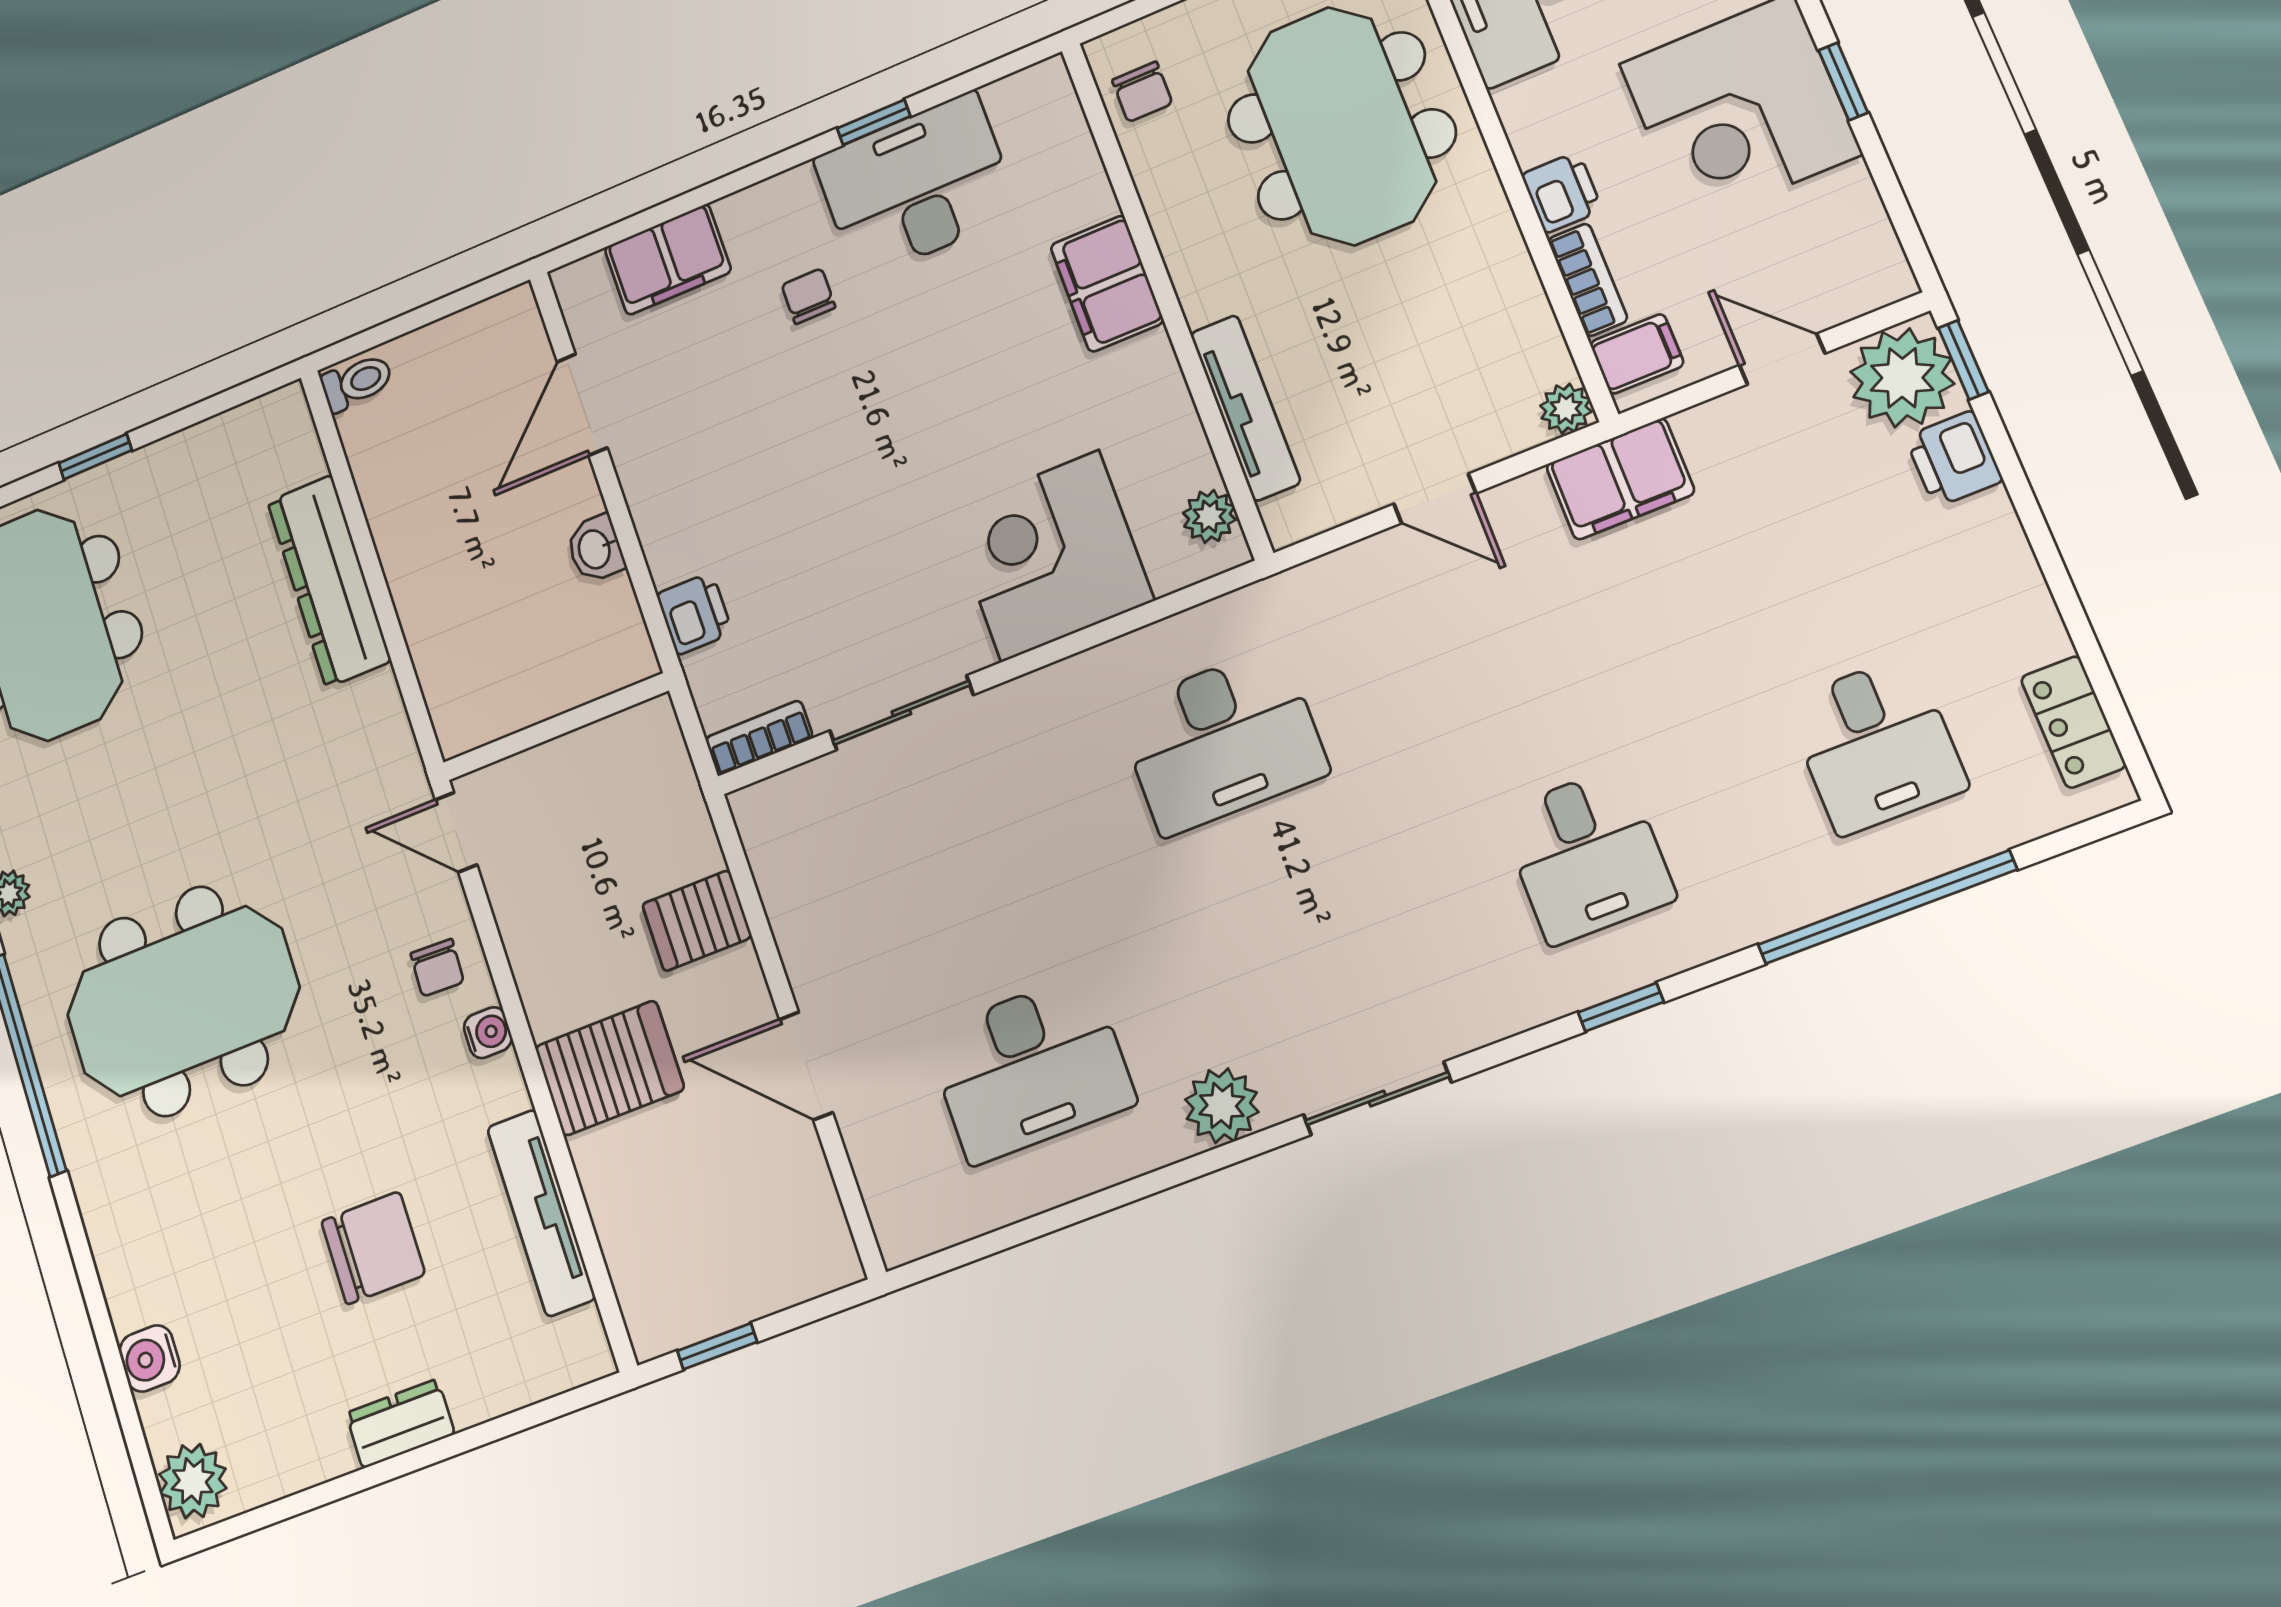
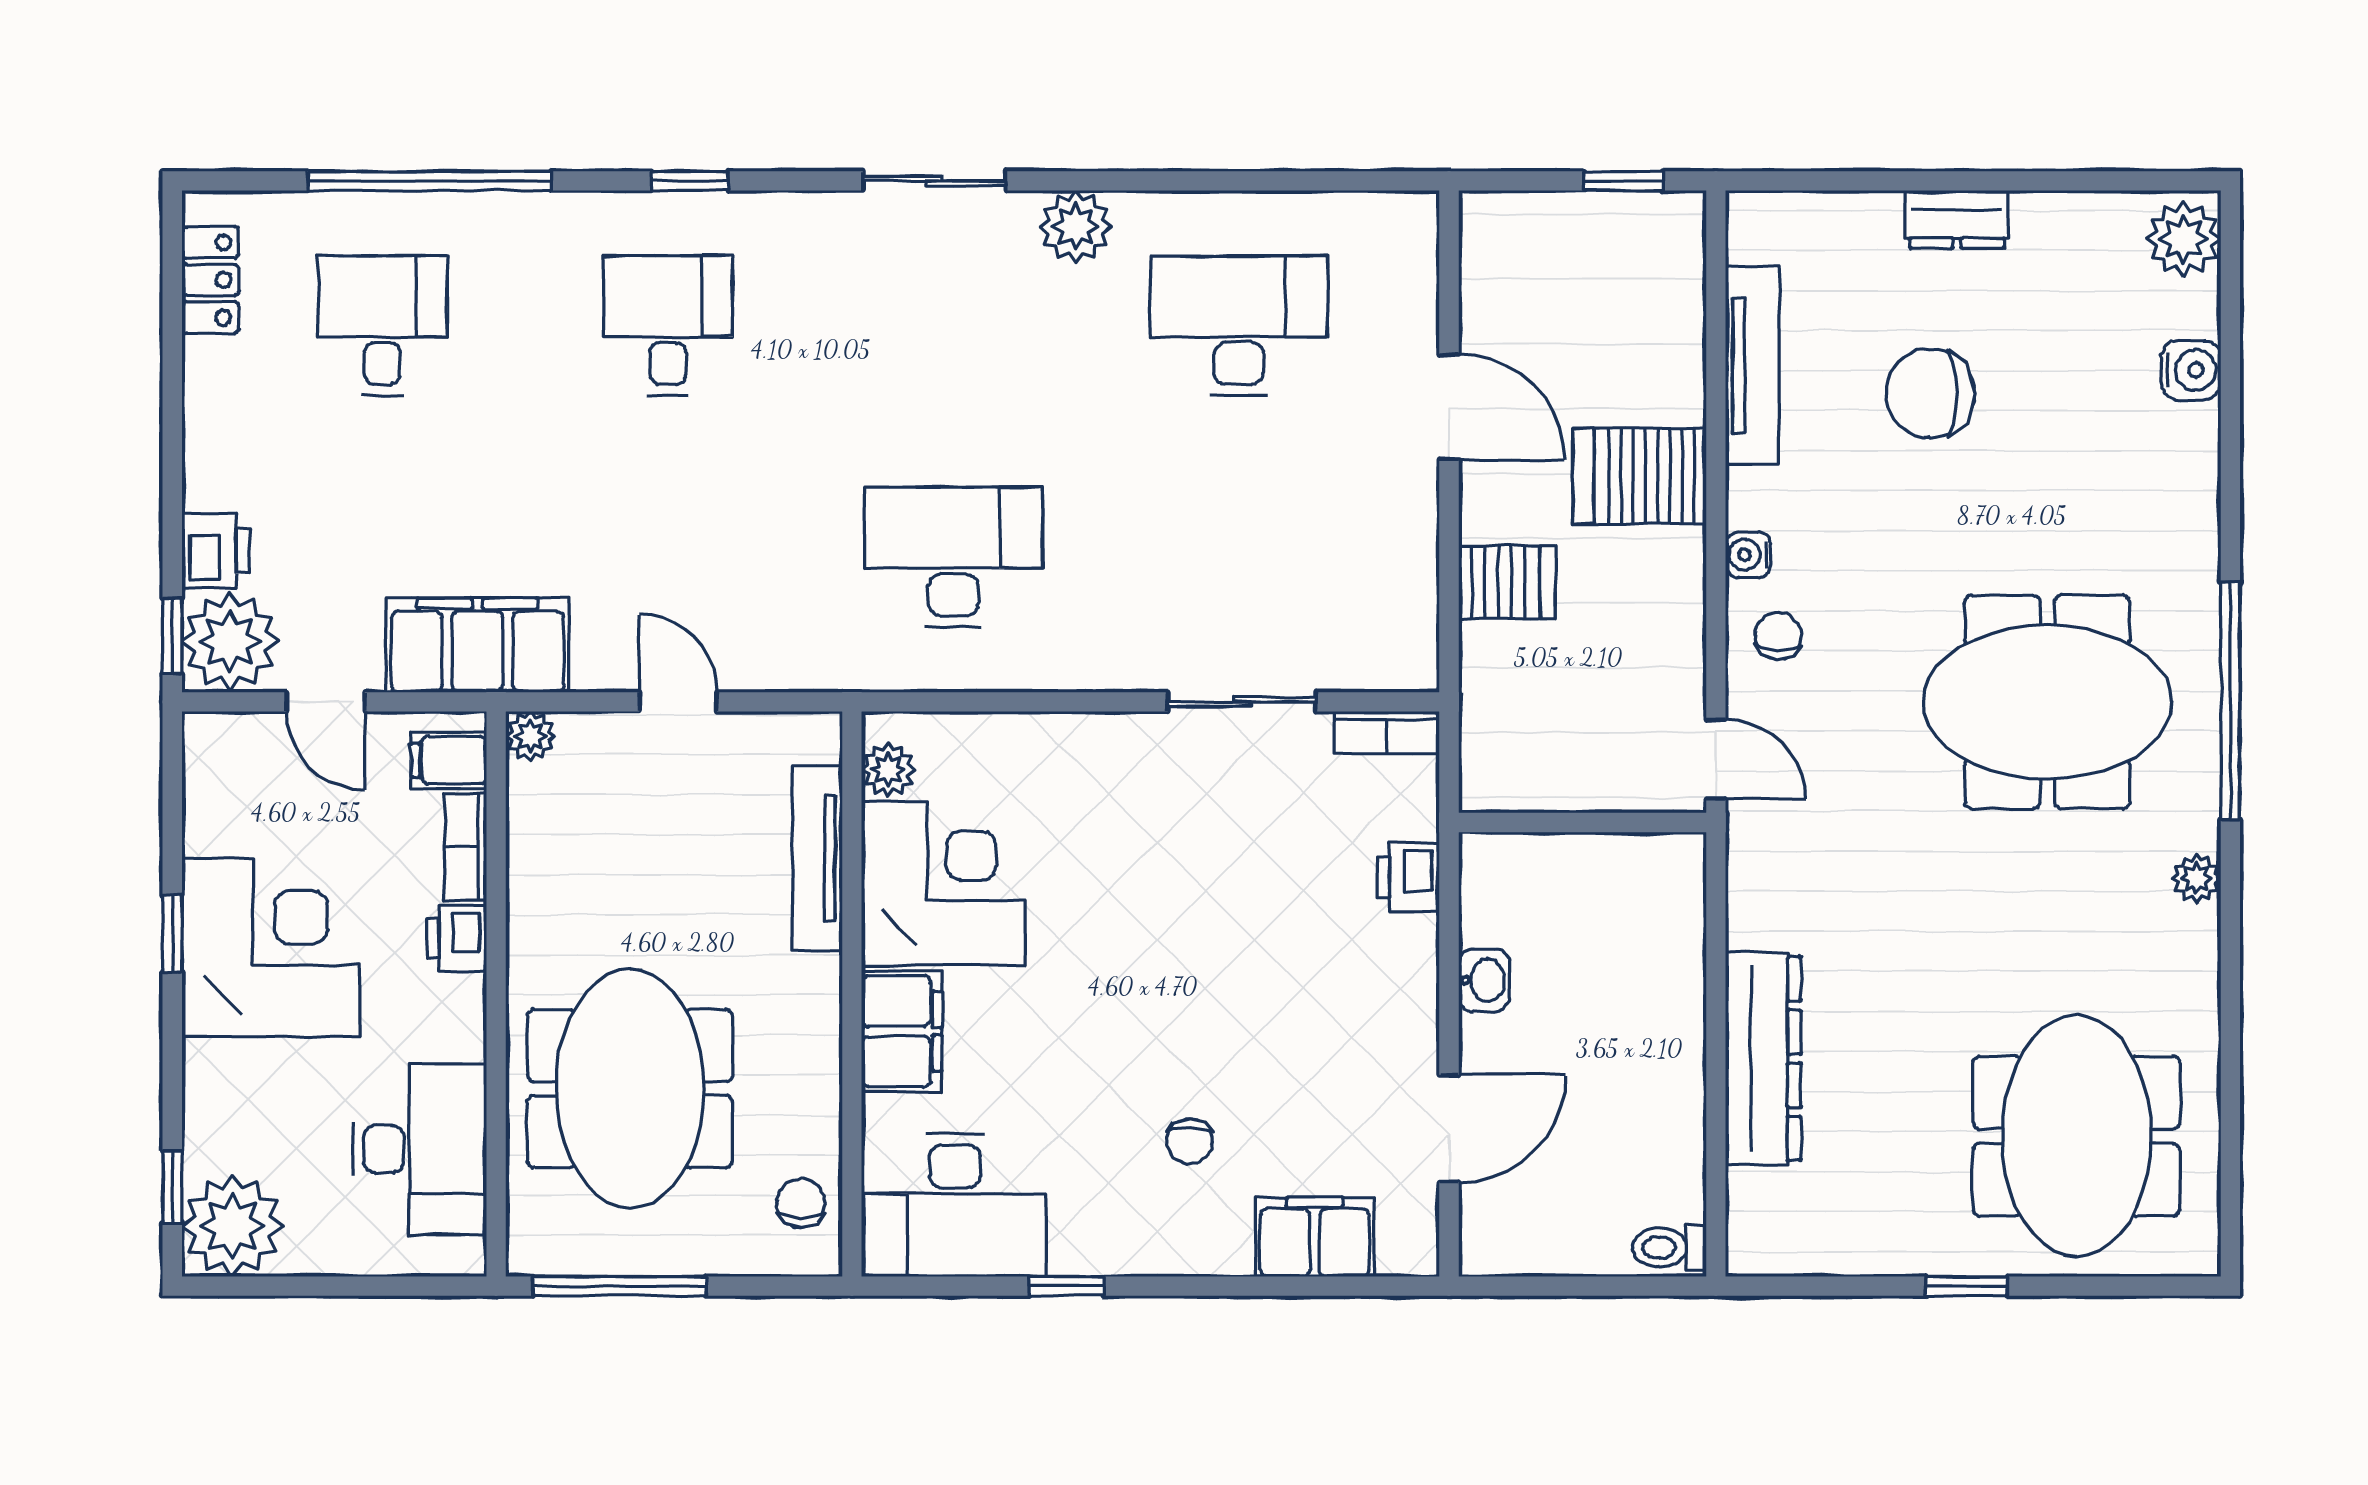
desk: (916, 186) -> (955, 1205), moved
filing cabinet: (1620, 479) -> (477, 645), width x1.50, depth x1.17
corner desk: (1050, 556) -> (944, 884), moved, turned -90

